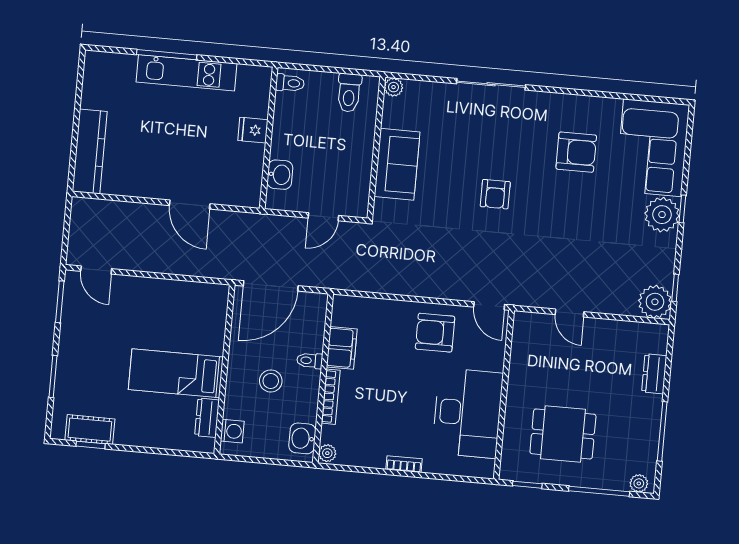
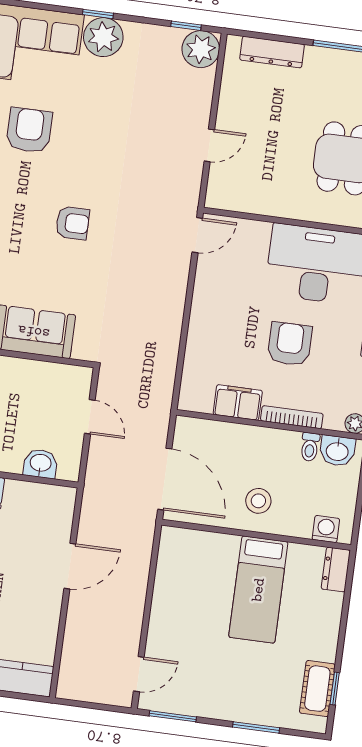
armchair: (435, 333) -> (290, 344), moved, turned 180
toilet: (310, 361) -> (310, 447), moved
dresser: (654, 374) -> (272, 52), width x1.44
stool: (271, 381) -> (258, 501), moved
dresser: (207, 418) -> (336, 570), moved, turned 90

